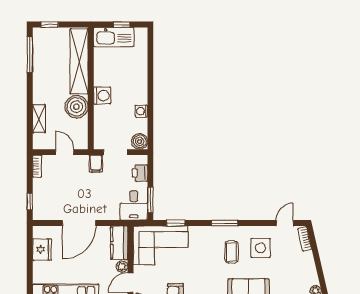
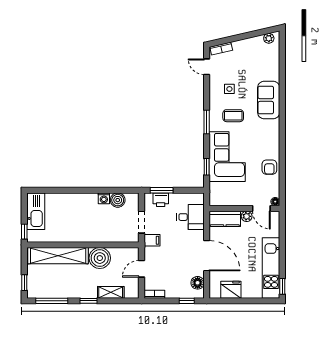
window: (122, 25) -> (24, 232), moved
kitchen sink: (114, 37) -> (36, 211), moved
window: (30, 95) -> (89, 301), added
washing machine: (102, 96) -> (90, 234), removed
boiler: (140, 141) -> (118, 200), moved
window: (150, 200) -> (162, 190), moved
desk: (134, 205) -> (190, 217), moved
floor lamp: (50, 213) -> (198, 283), added
corner sofa: (161, 245) -> (227, 157), moved
side table: (261, 248) -> (229, 89), width x0.54, depth x0.54

